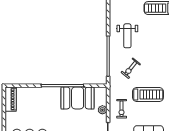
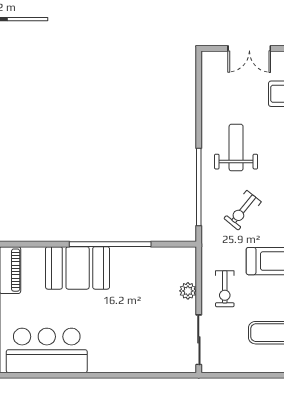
weight bench: (127, 36) -> (236, 148), turned 180
booth: (78, 98) -> (78, 268), moved

